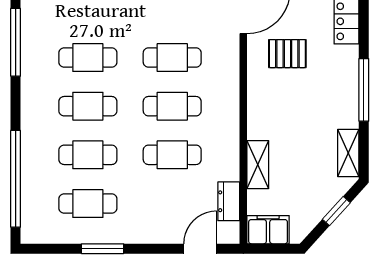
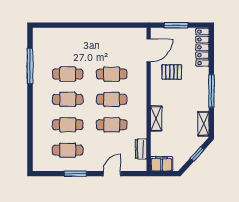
shelving: (258, 165) -> (156, 118), moved
window: (16, 179) -> (30, 137), removed
door: (200, 249) -> (112, 174), moved

